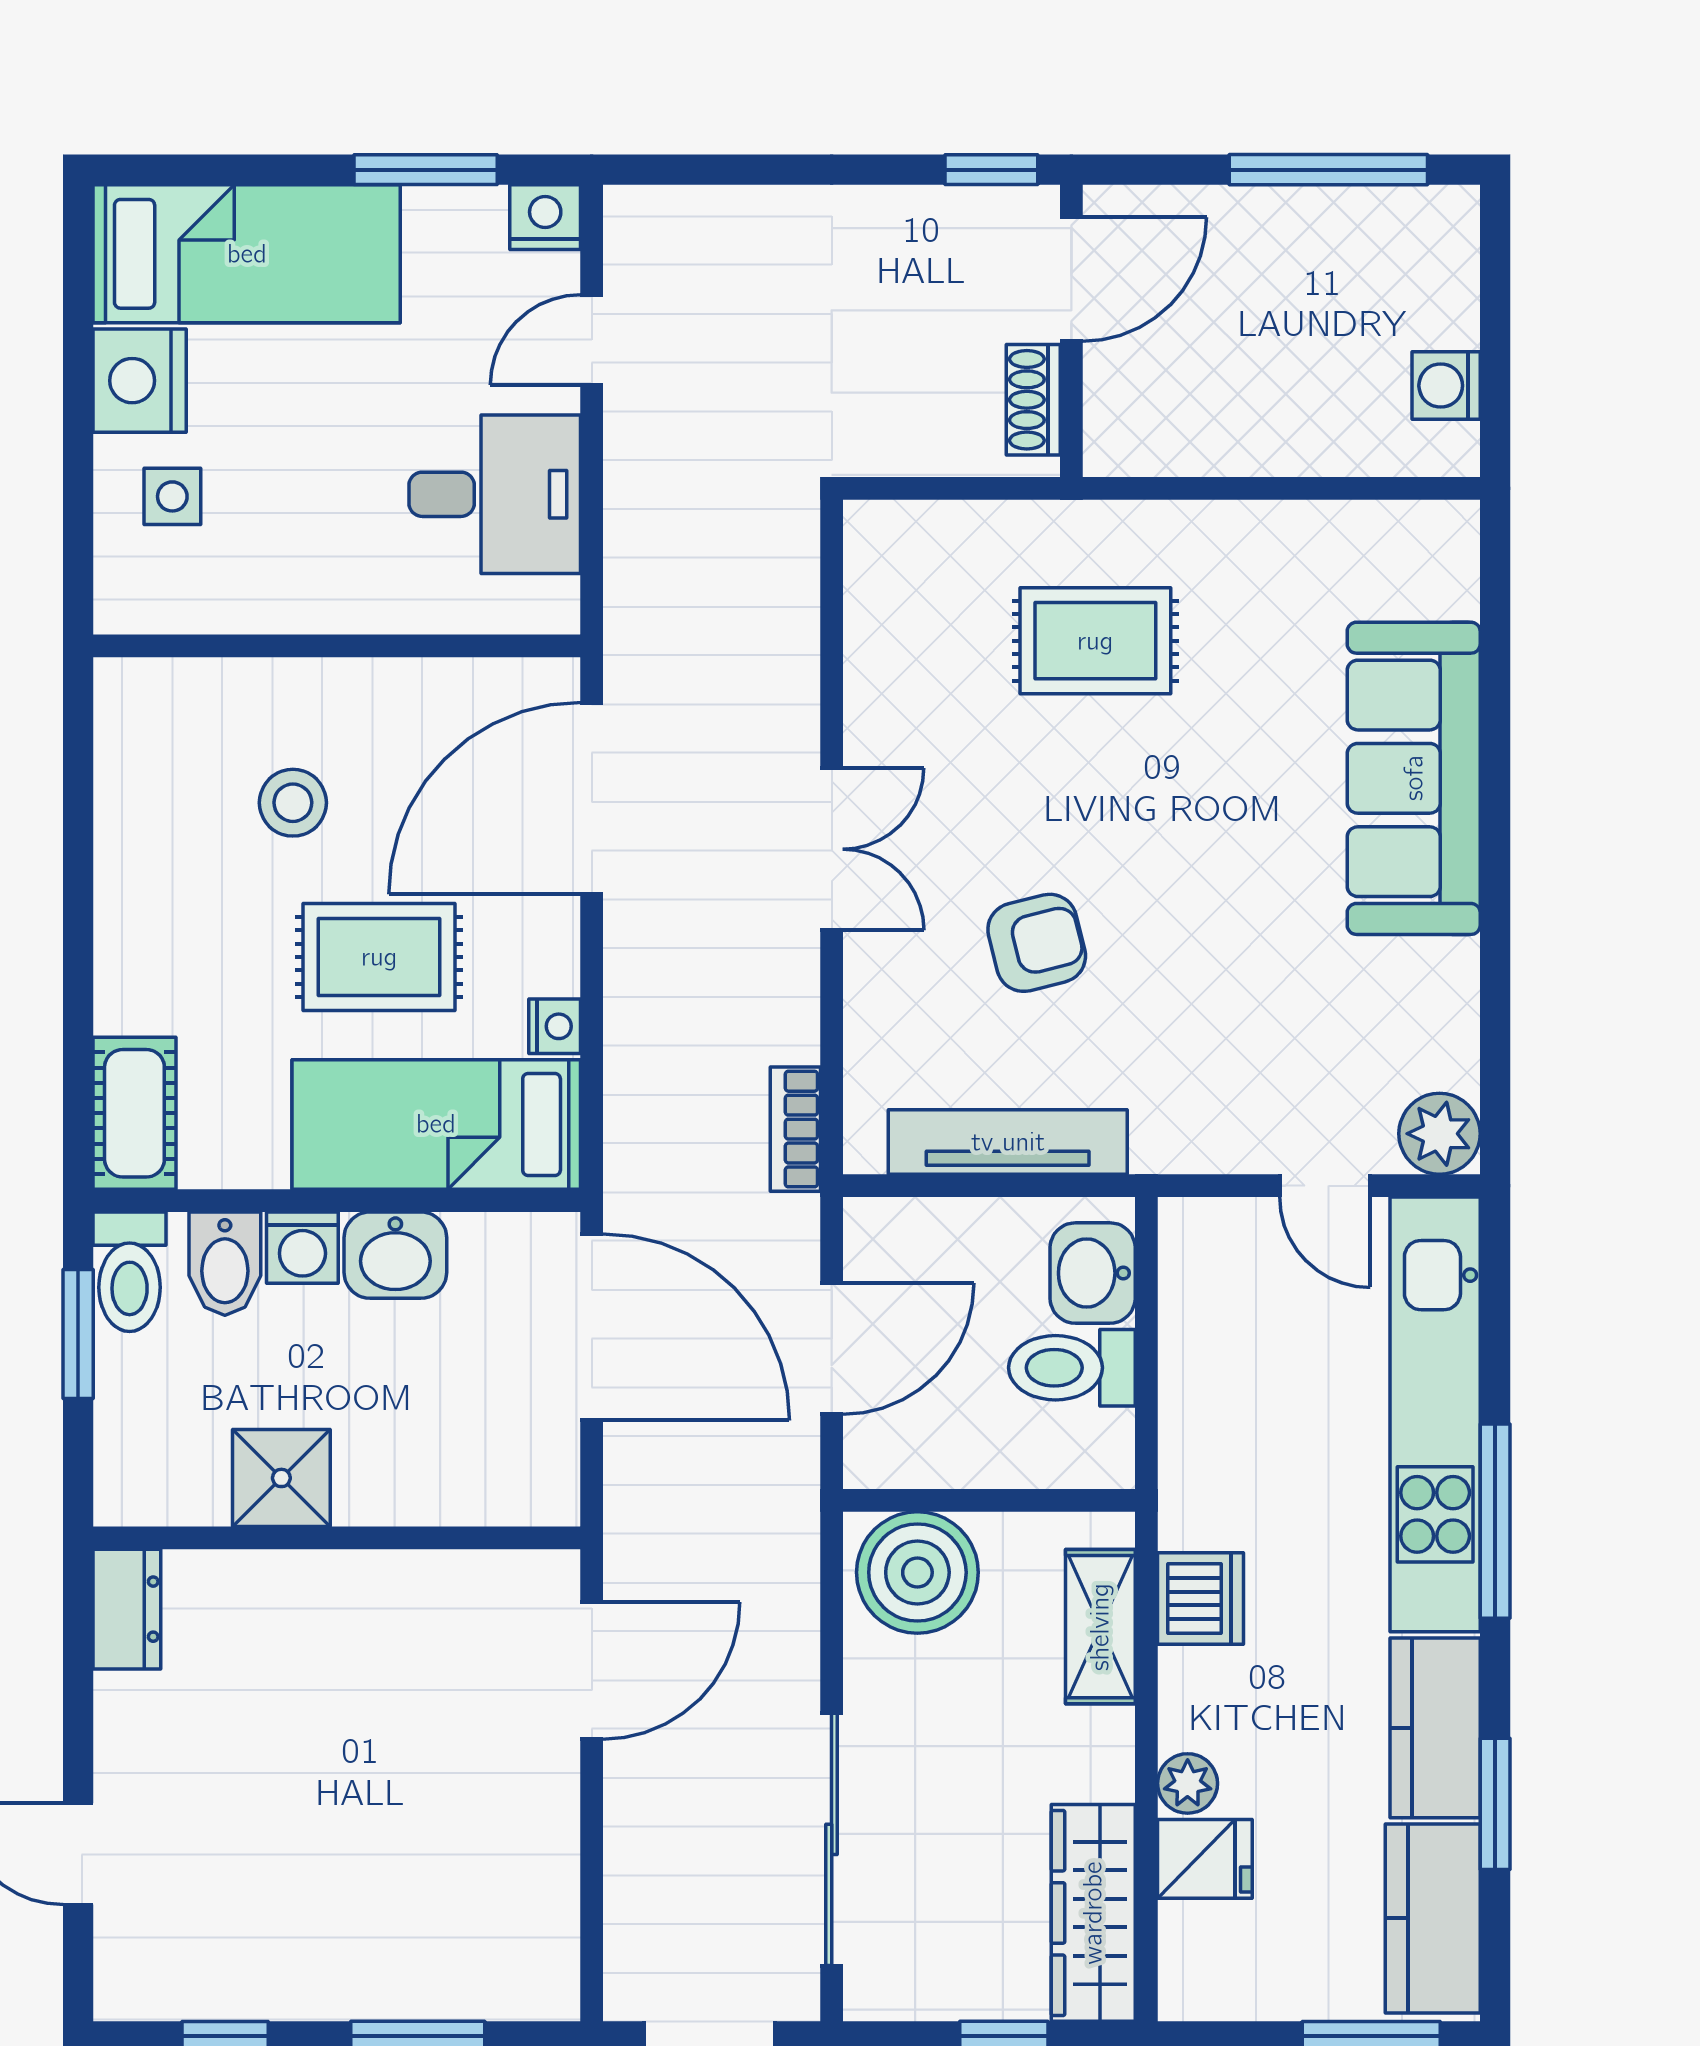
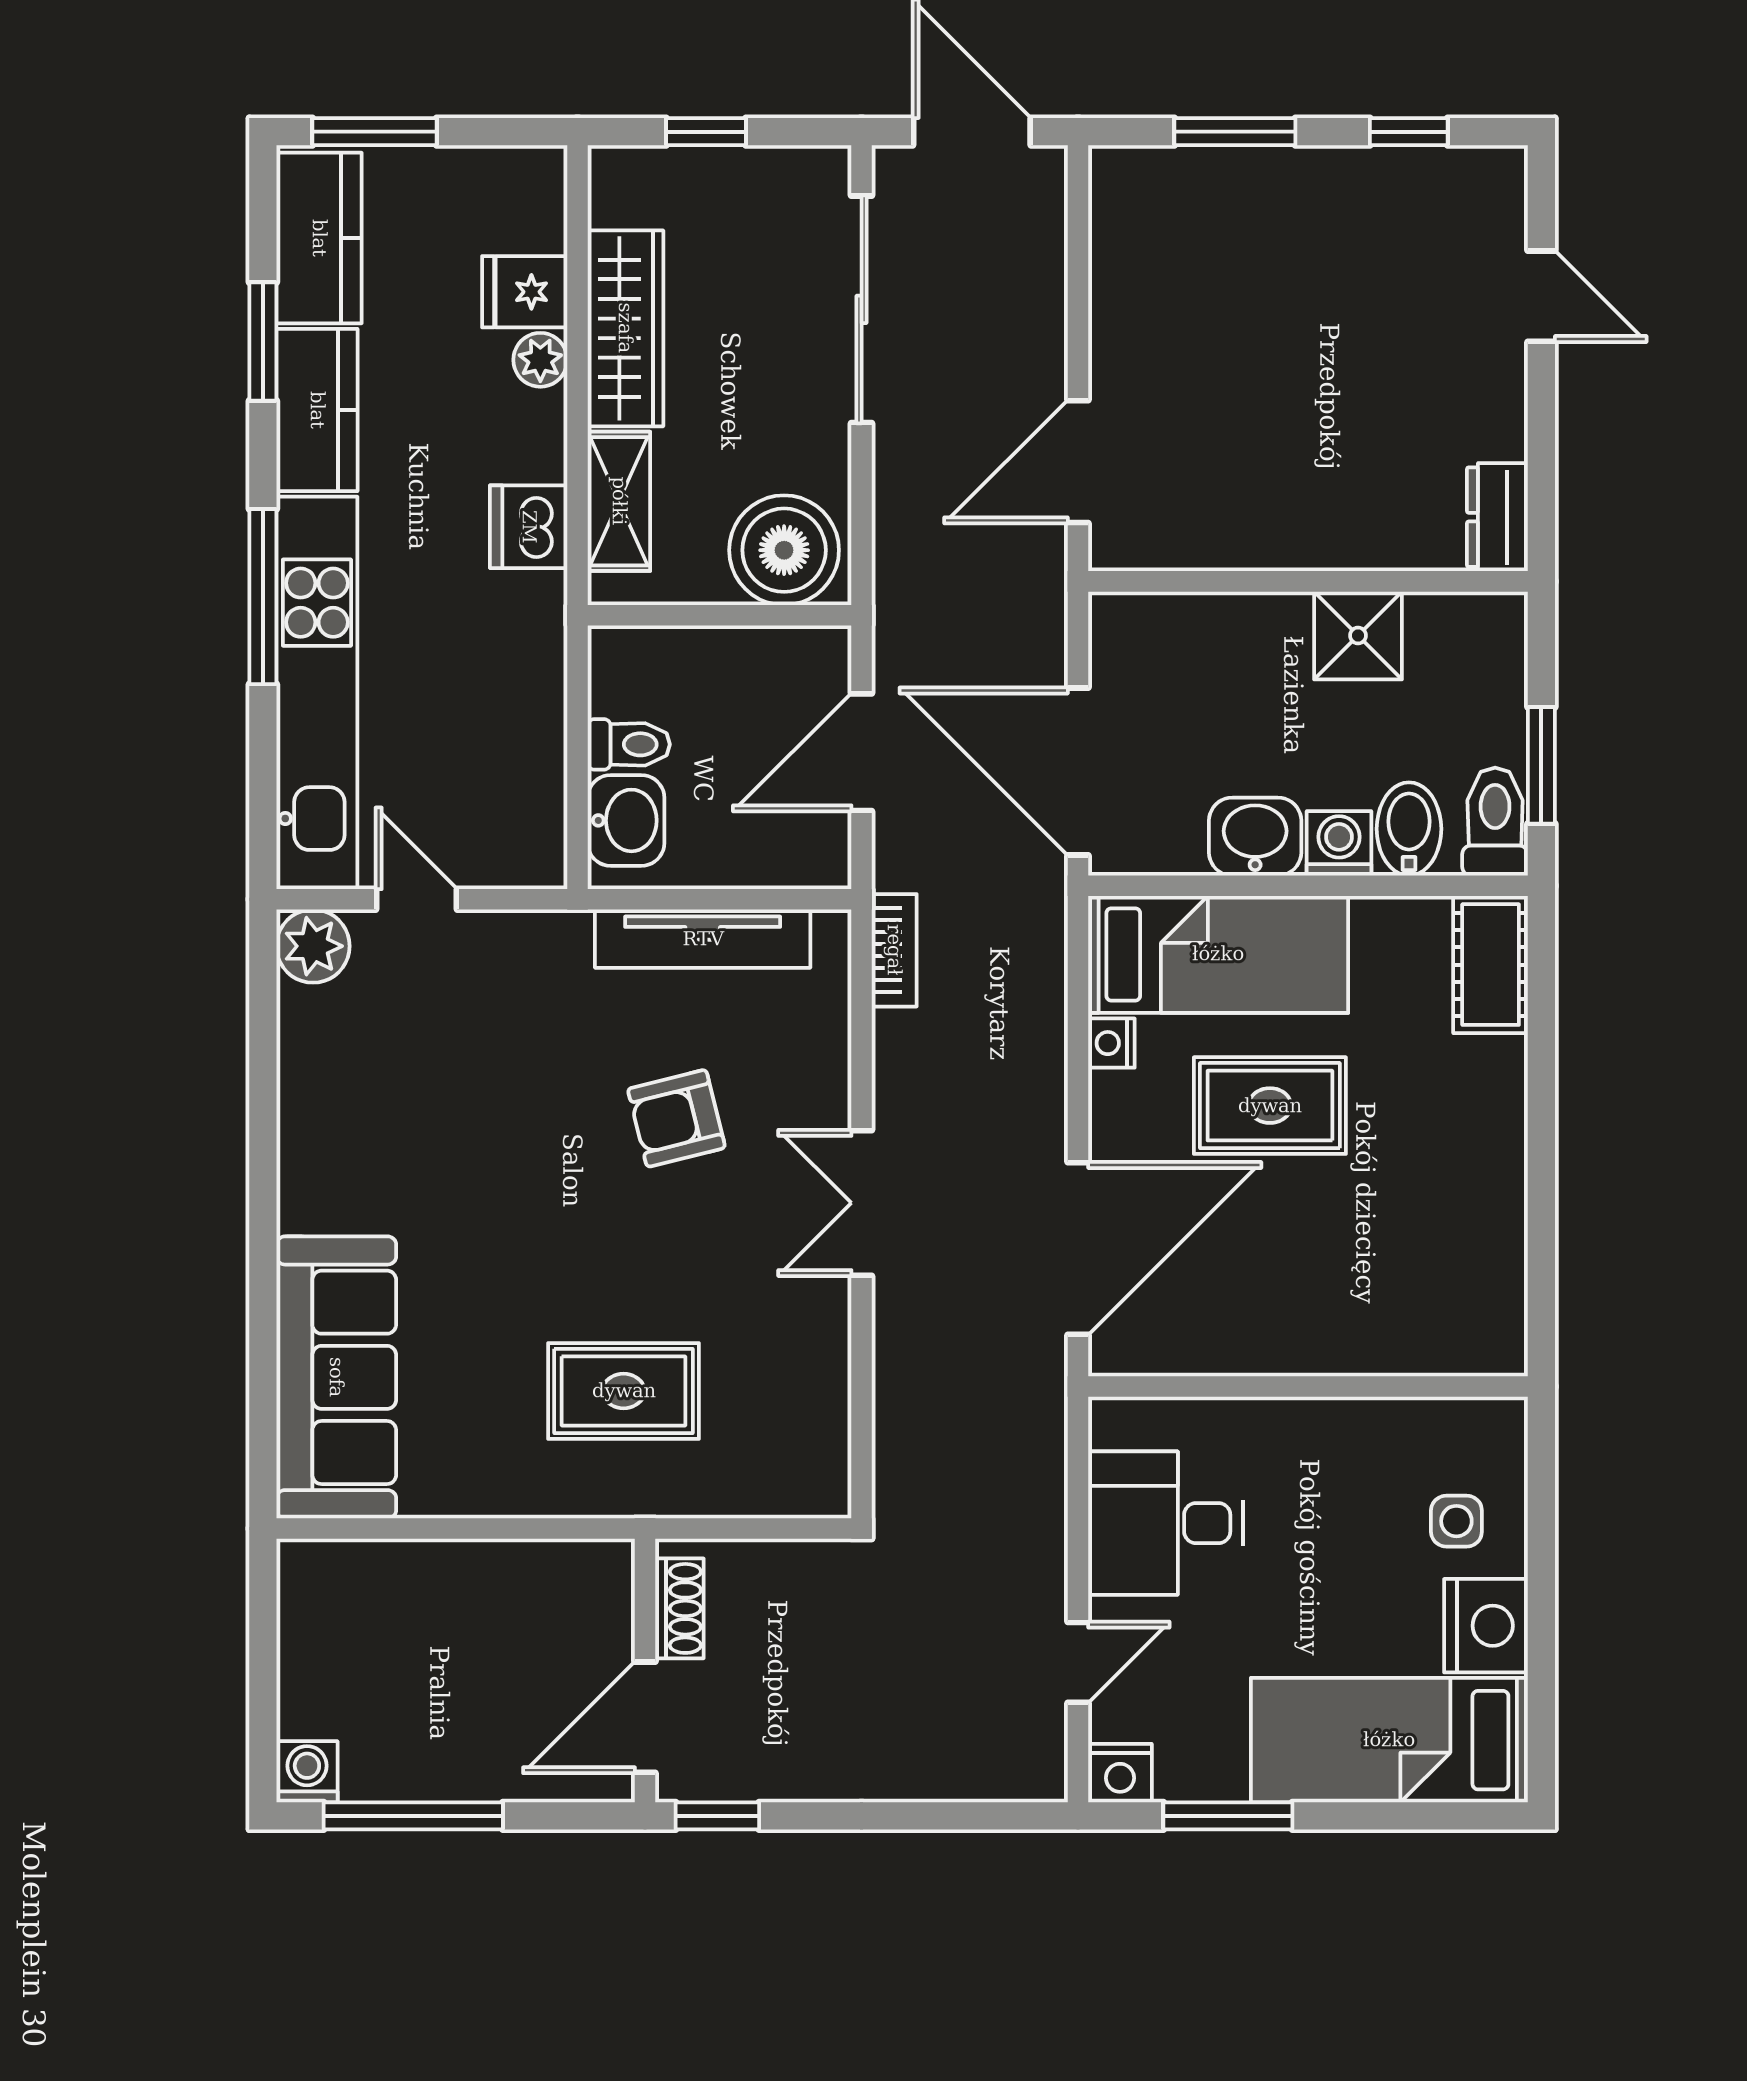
washing machine: (1446, 386) -> (307, 1772), moved, turned -90
sofa: (1414, 778) -> (336, 1377), moved
stool: (293, 803) -> (1348, 1245), removed
toilet: (1072, 1368) -> (629, 744), width x0.73, depth x0.72
wardrobe: (1093, 1913) -> (625, 328), moved

